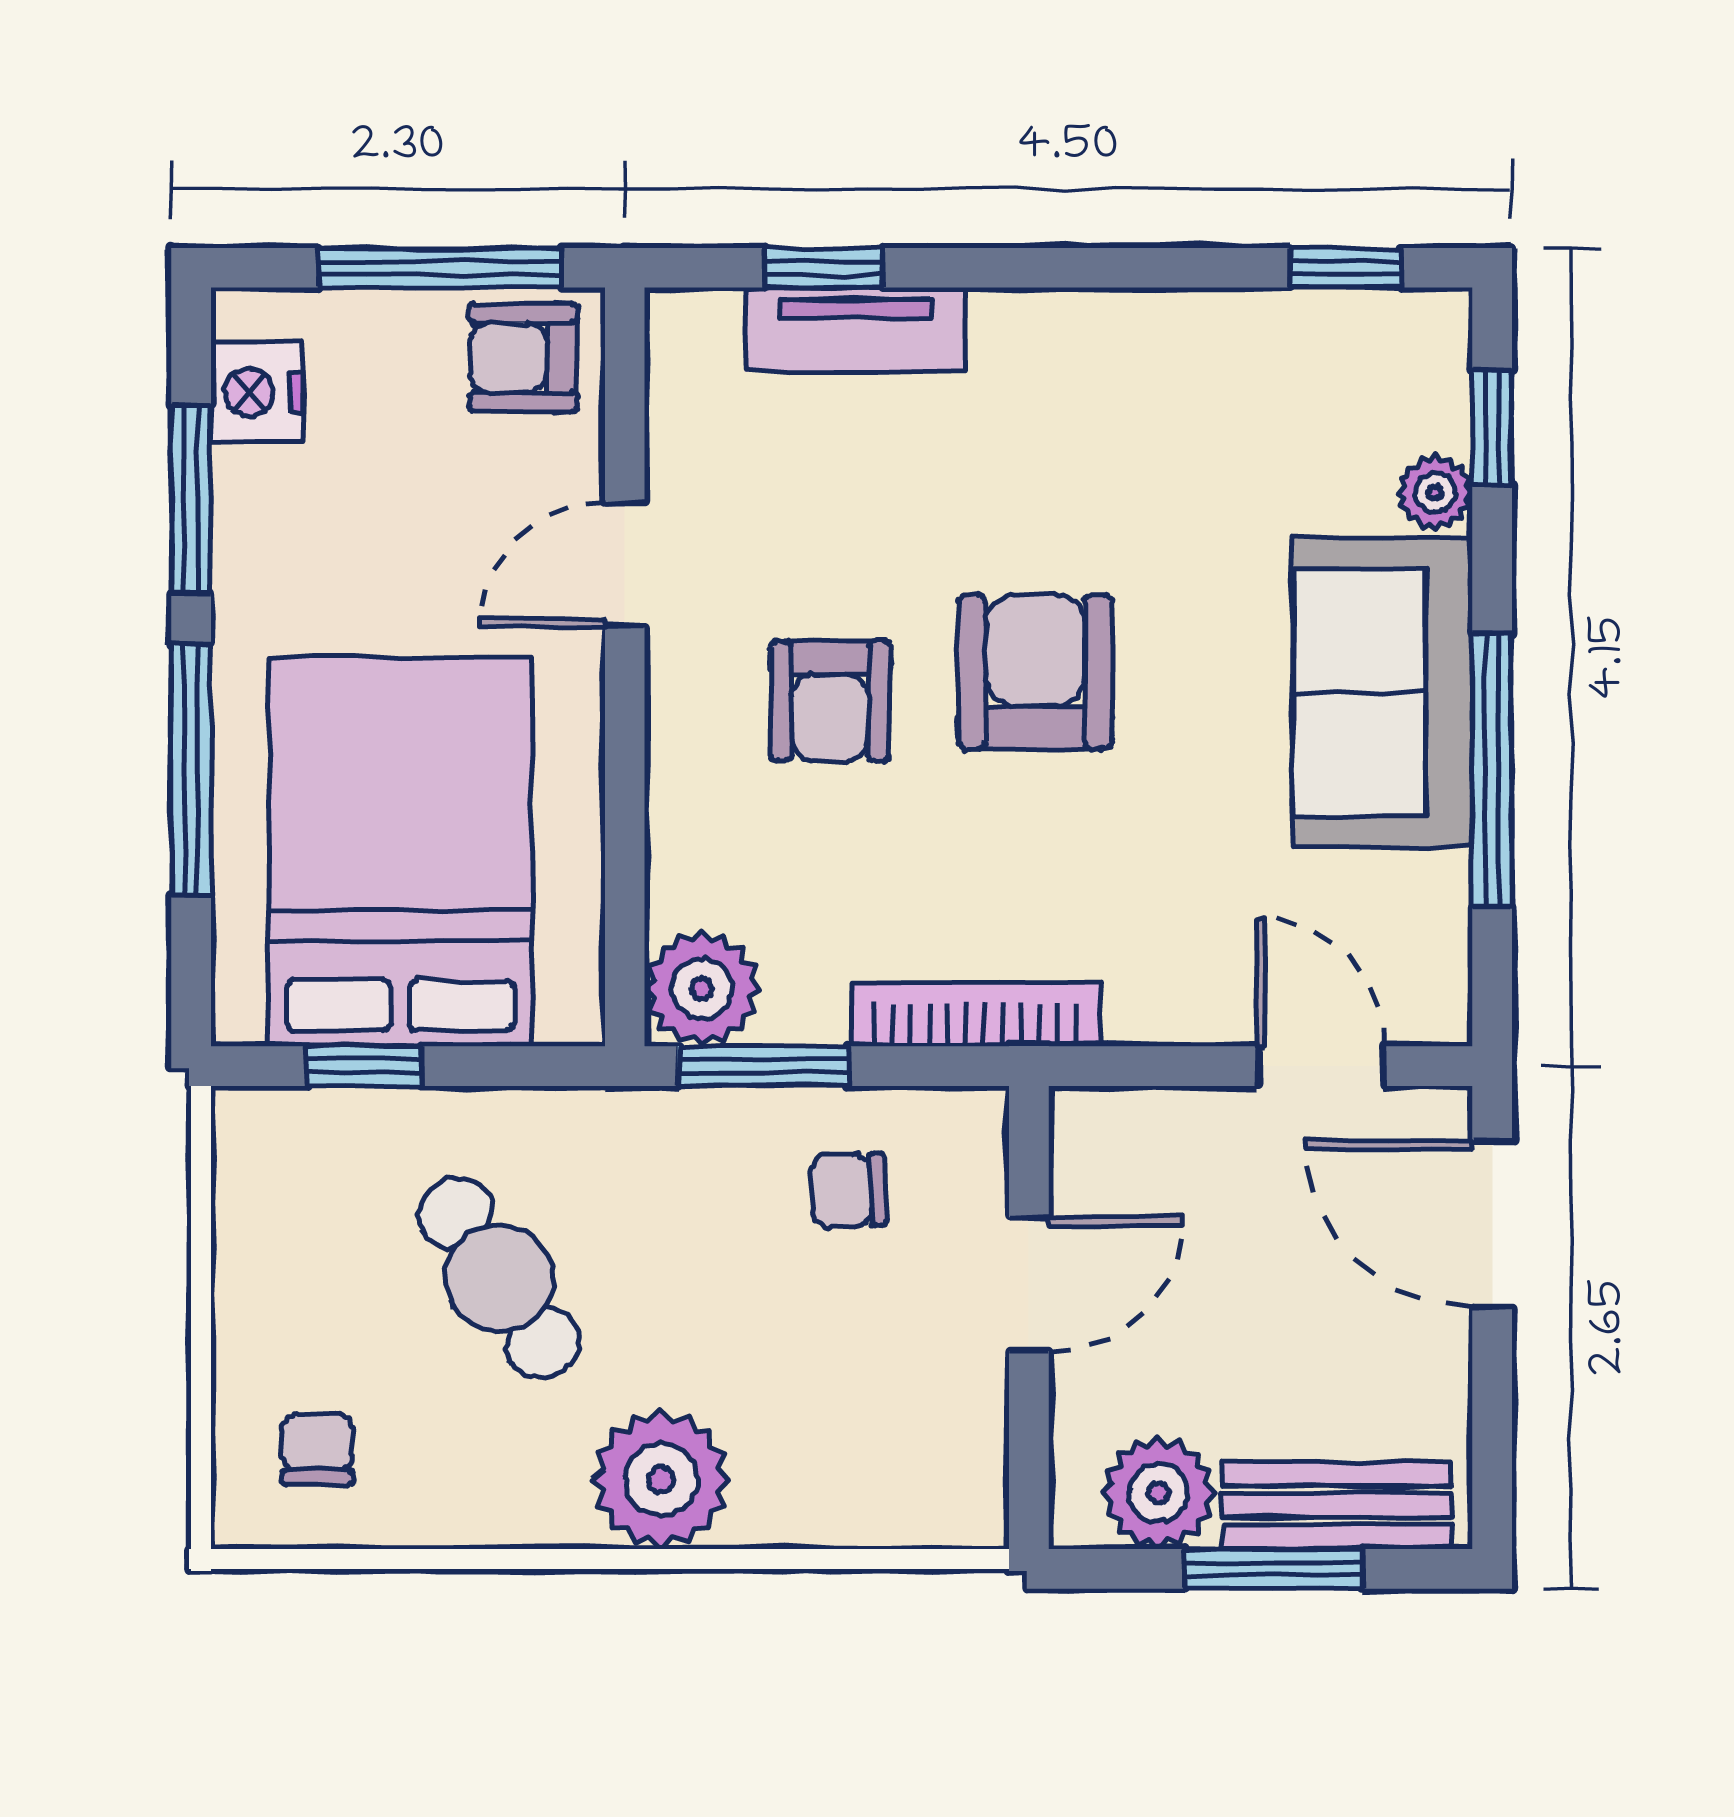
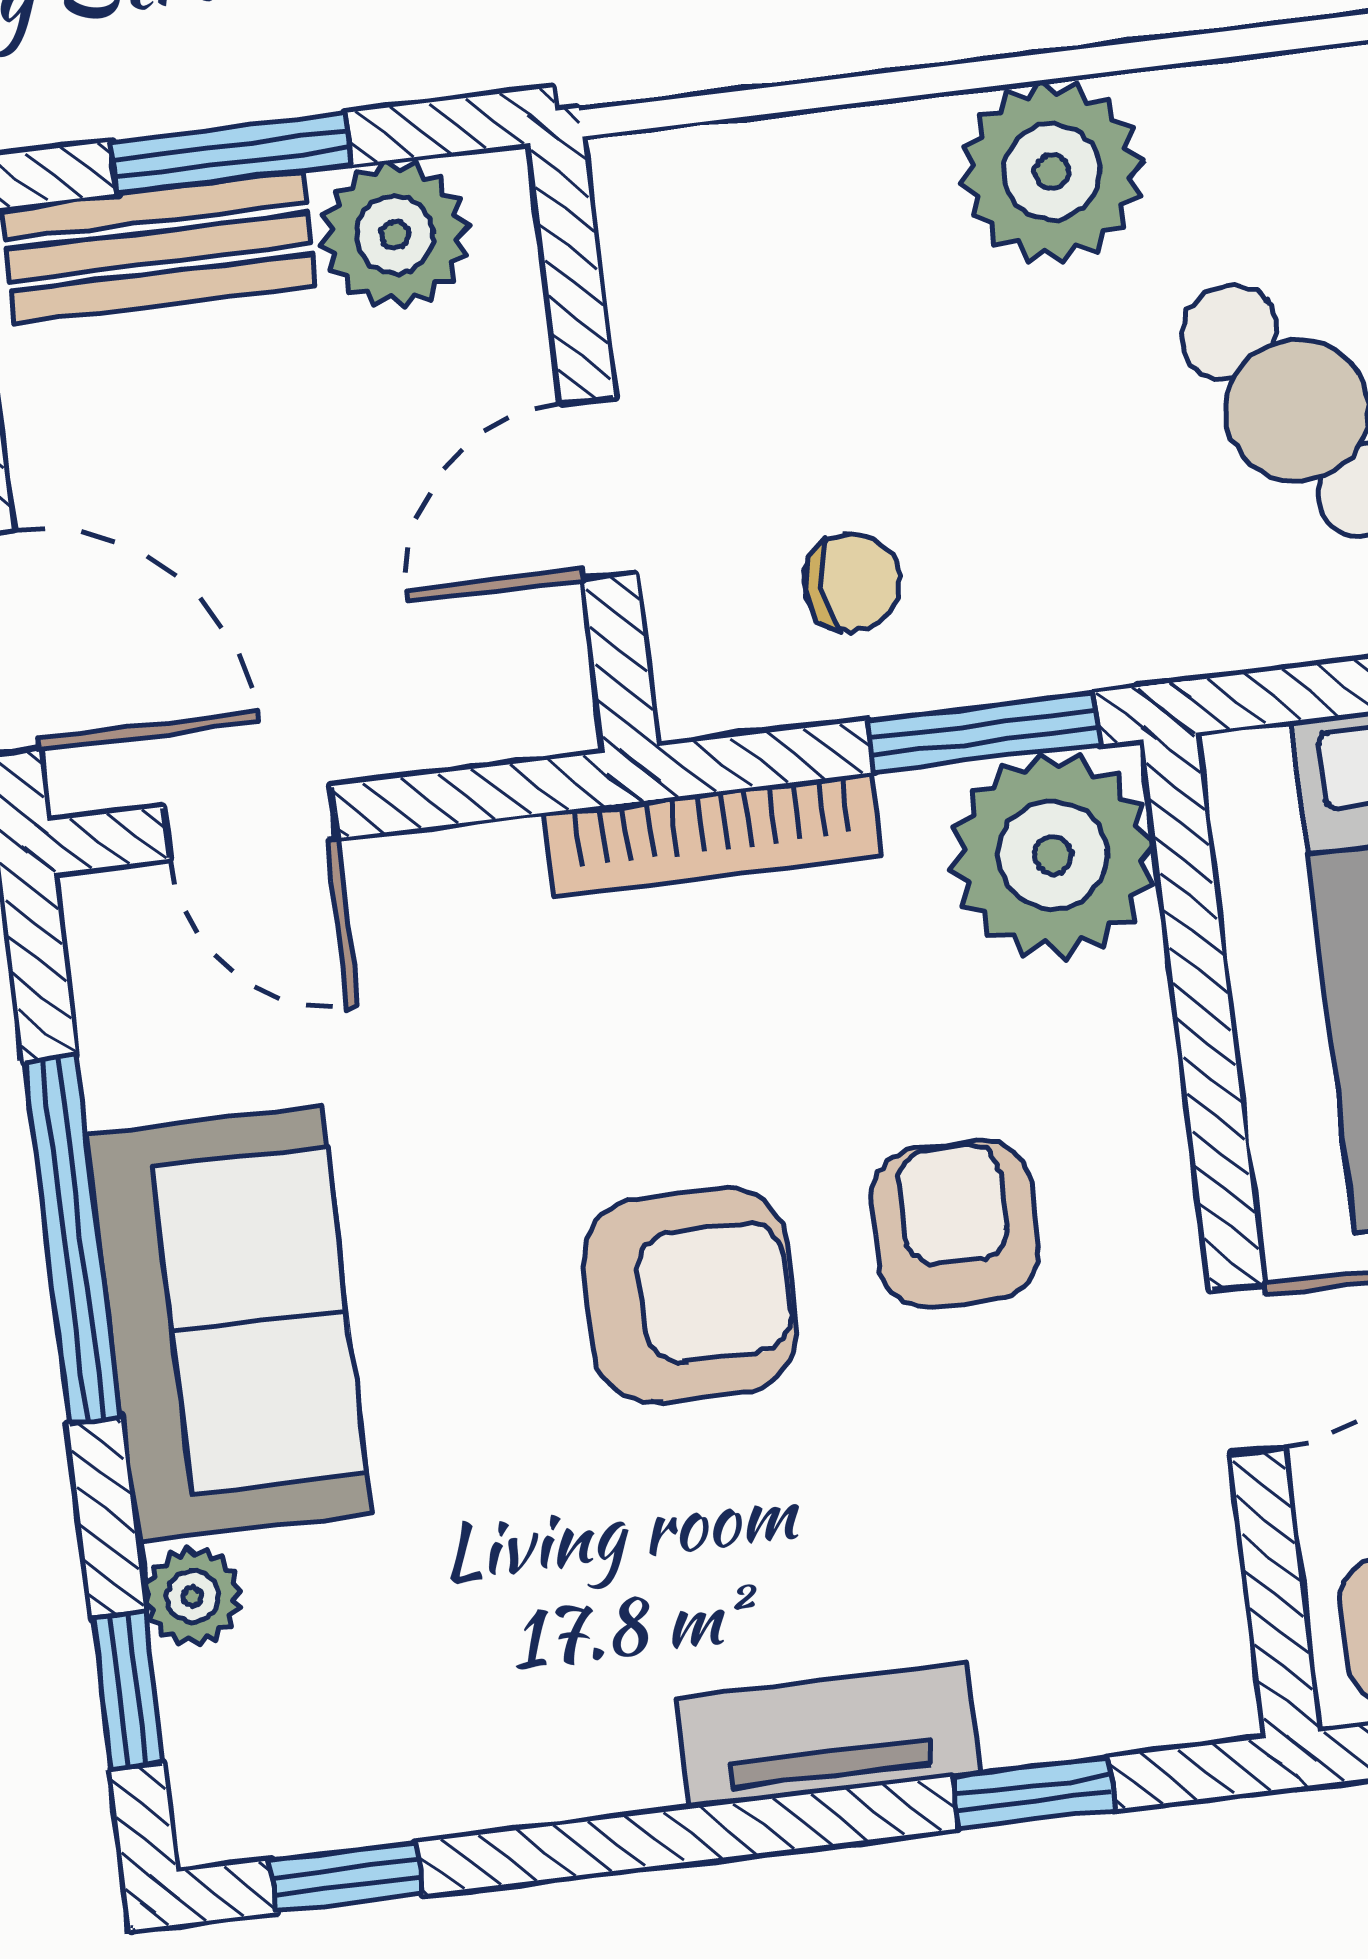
tv unit: (856, 330) -> (829, 1735), moved
armchair: (1035, 672) -> (690, 1295), turned -90
plant: (702, 989) -> (1053, 855), width x1.36, depth x1.36

